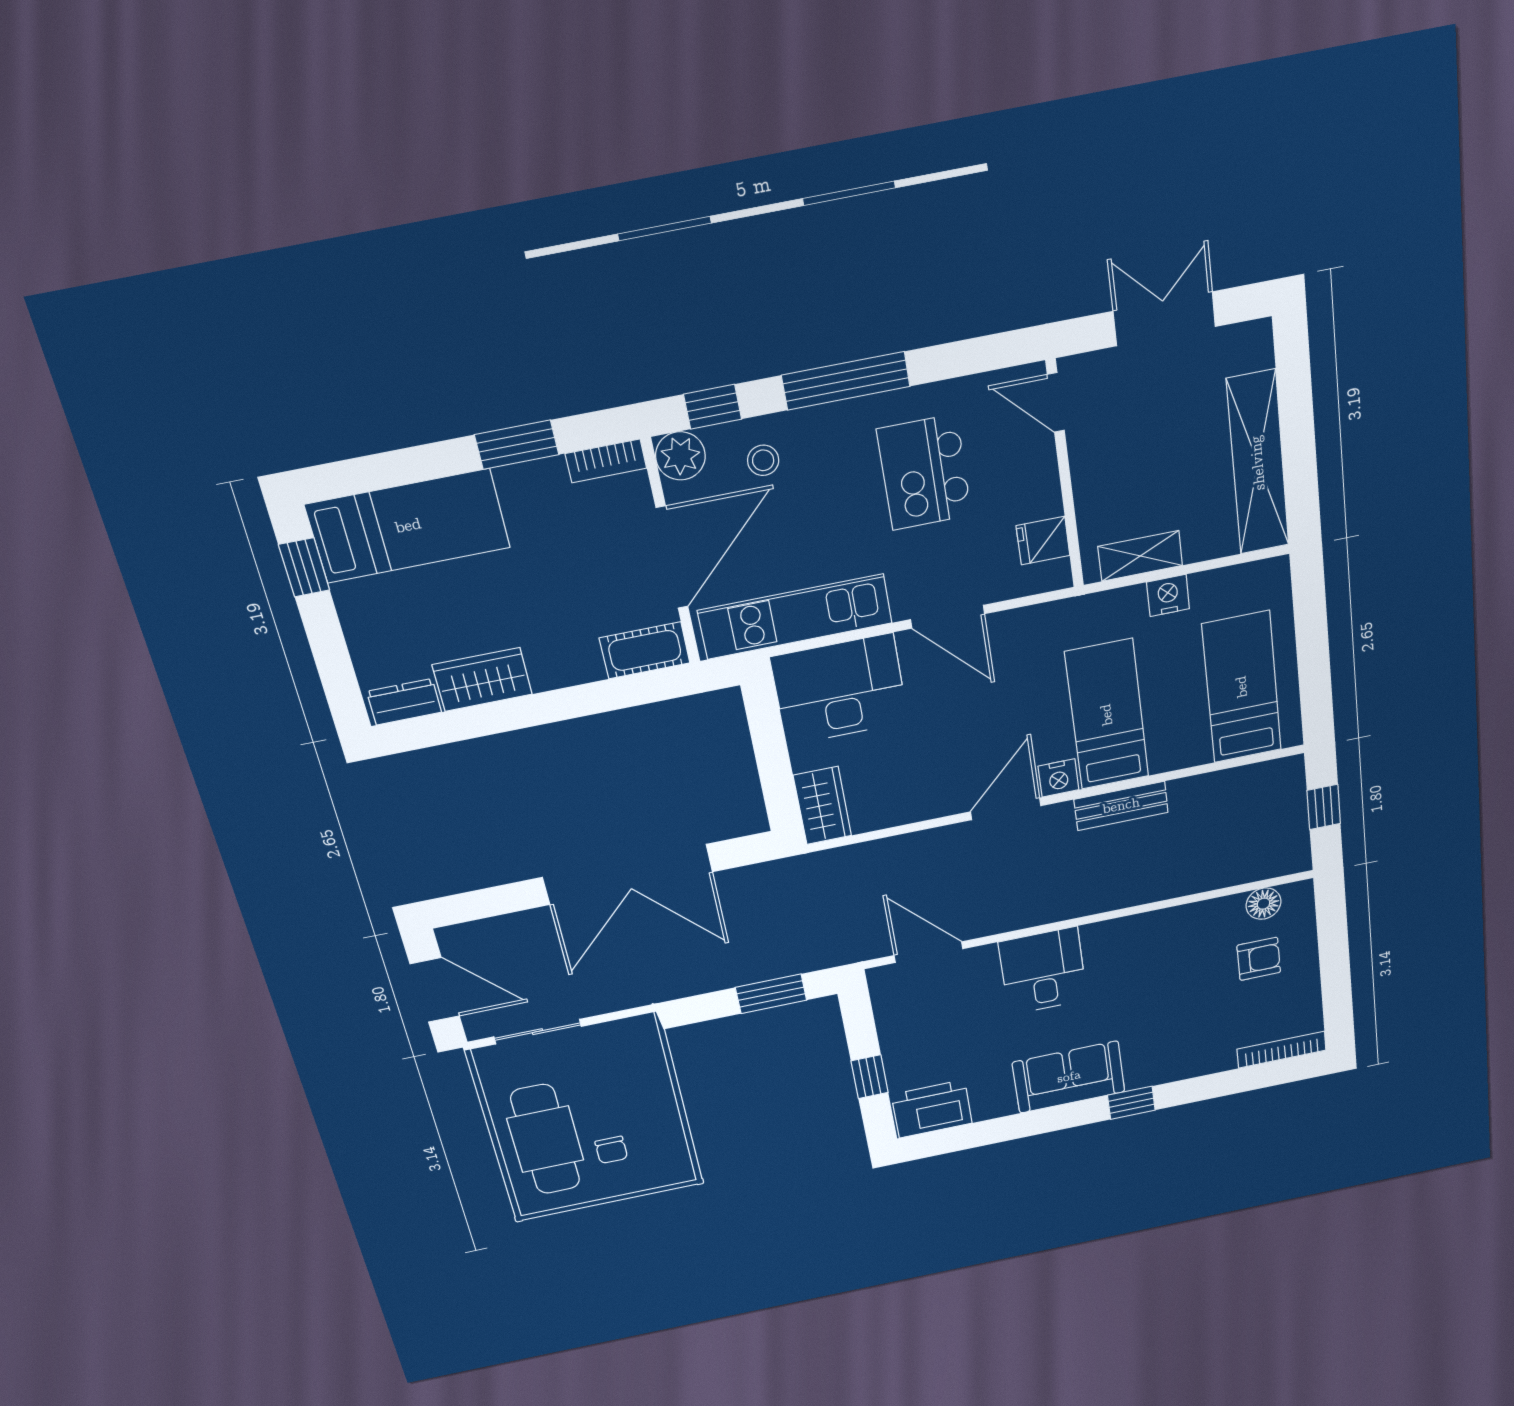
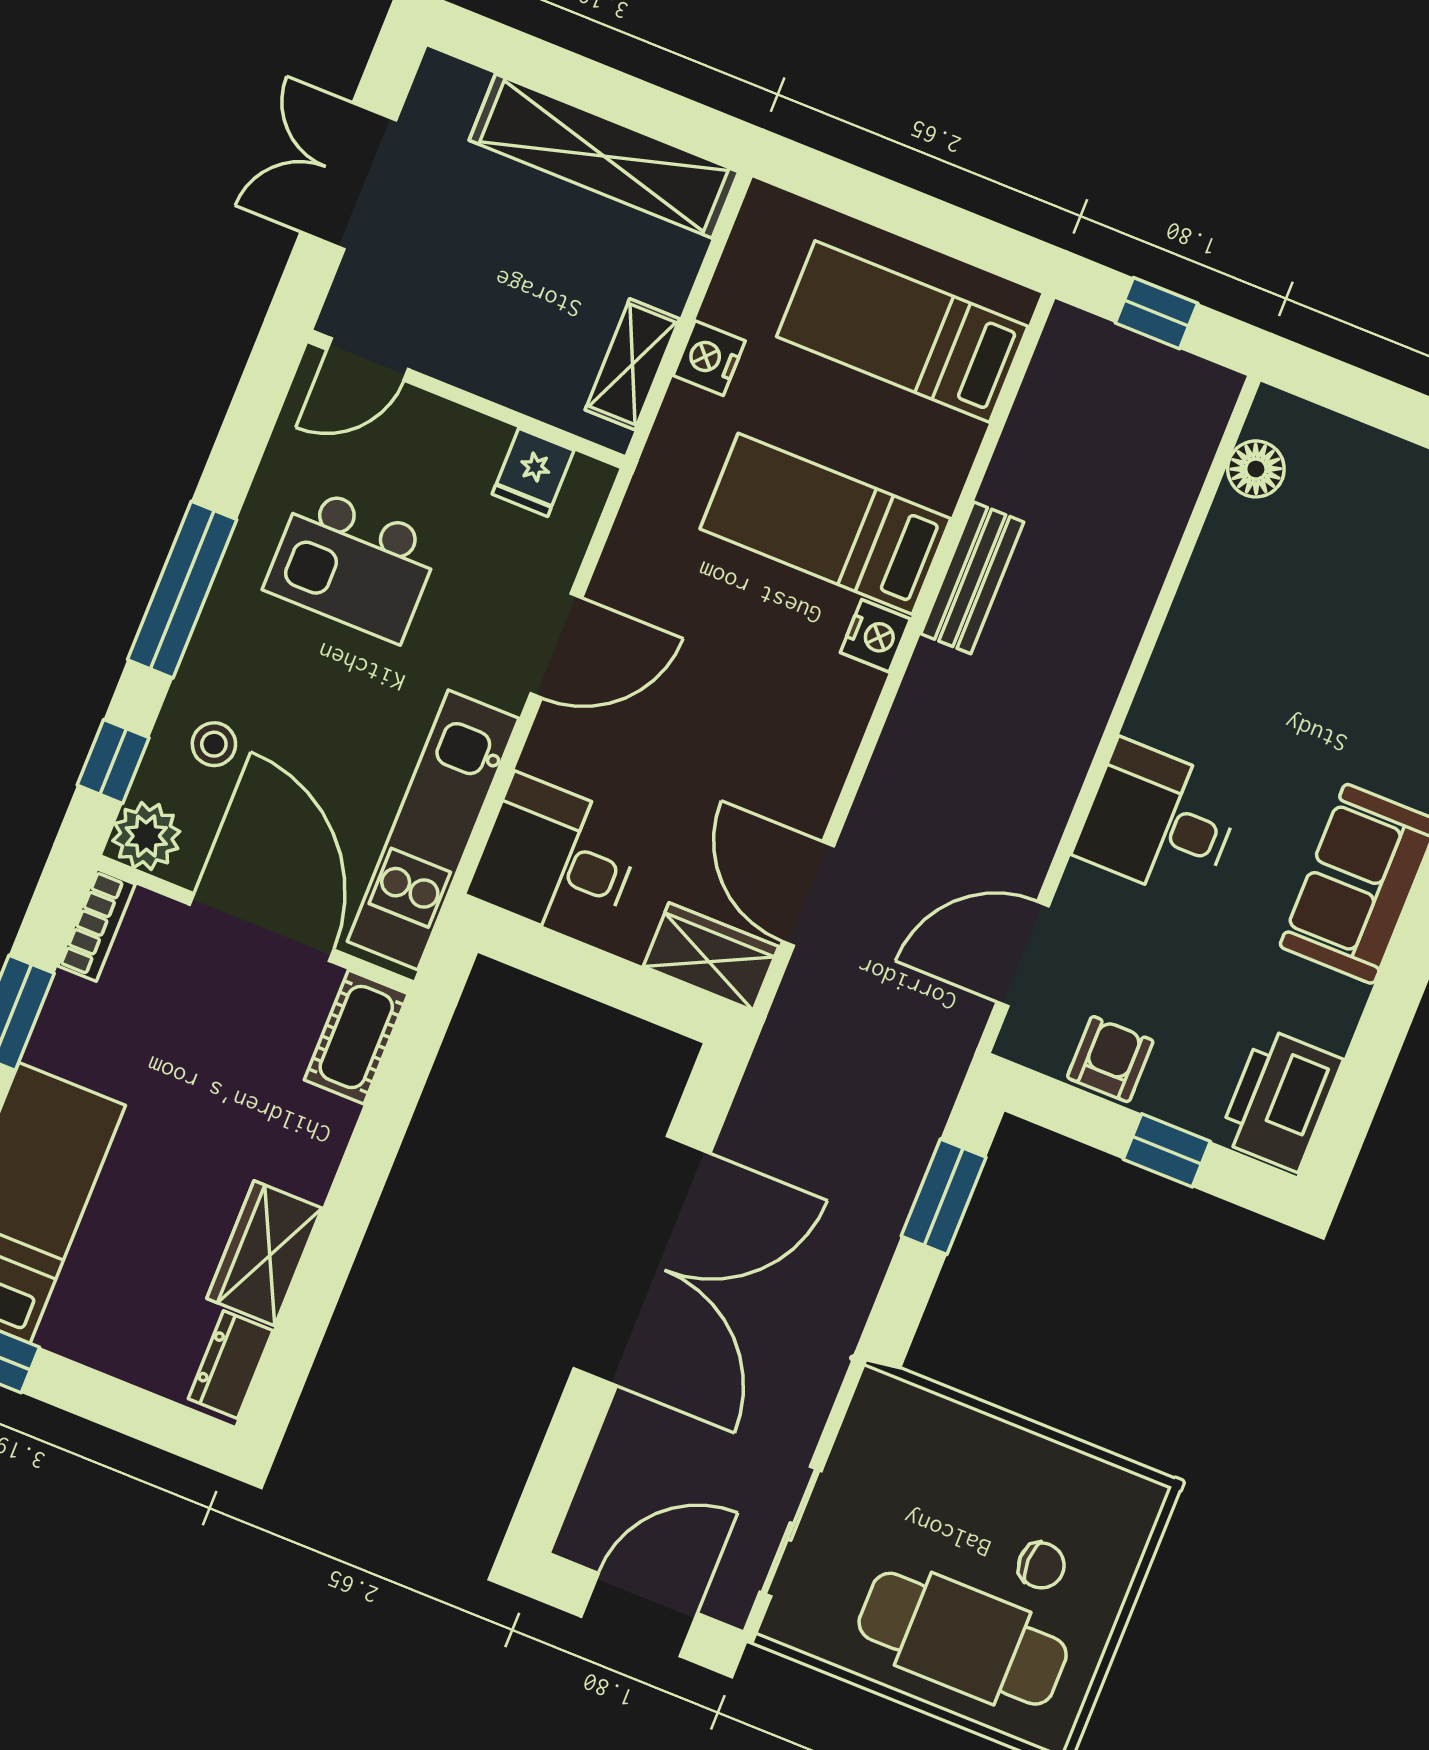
desk: (840, 690) -> (556, 859), width x0.73
door: (1006, 809) -> (808, 894), moved
armchair: (1259, 959) -> (1110, 1059), moved

